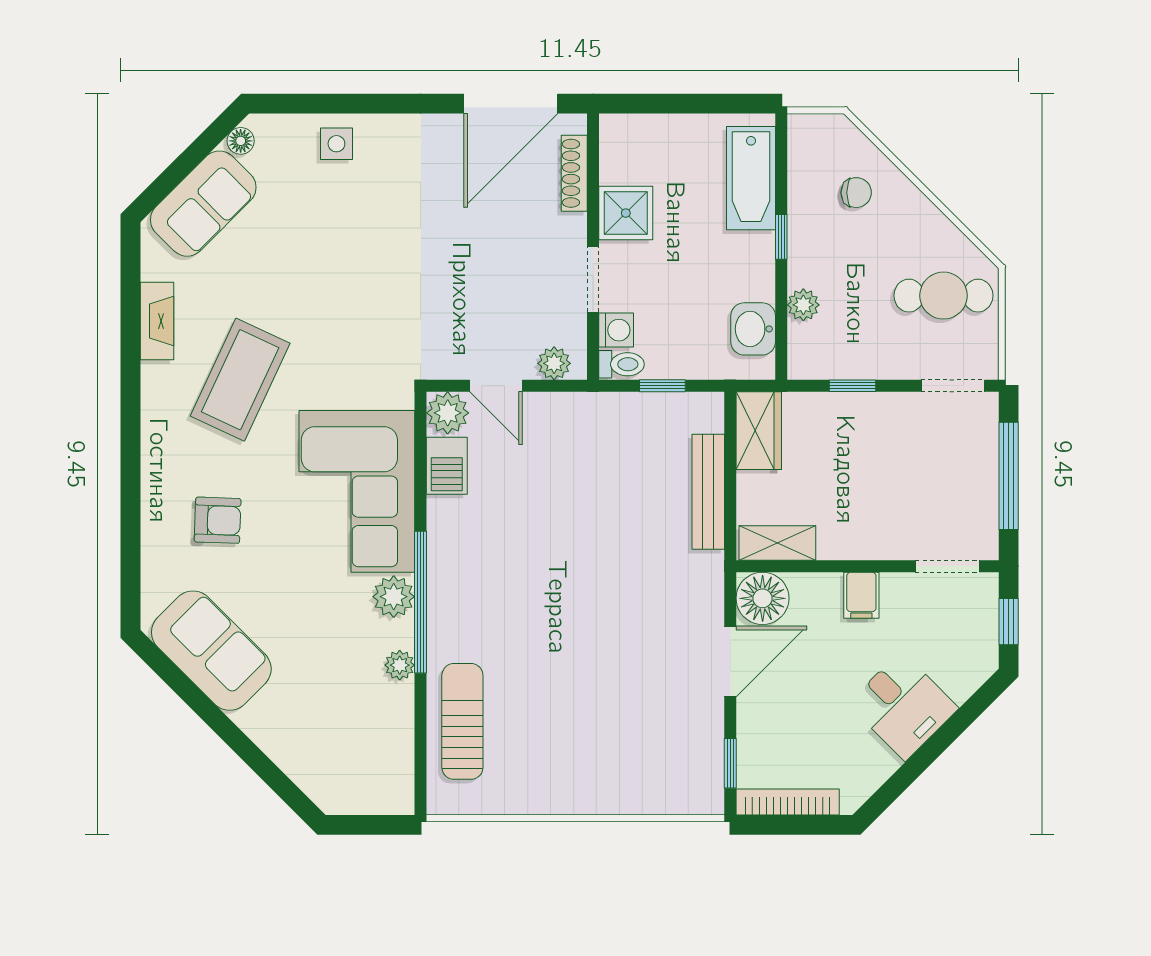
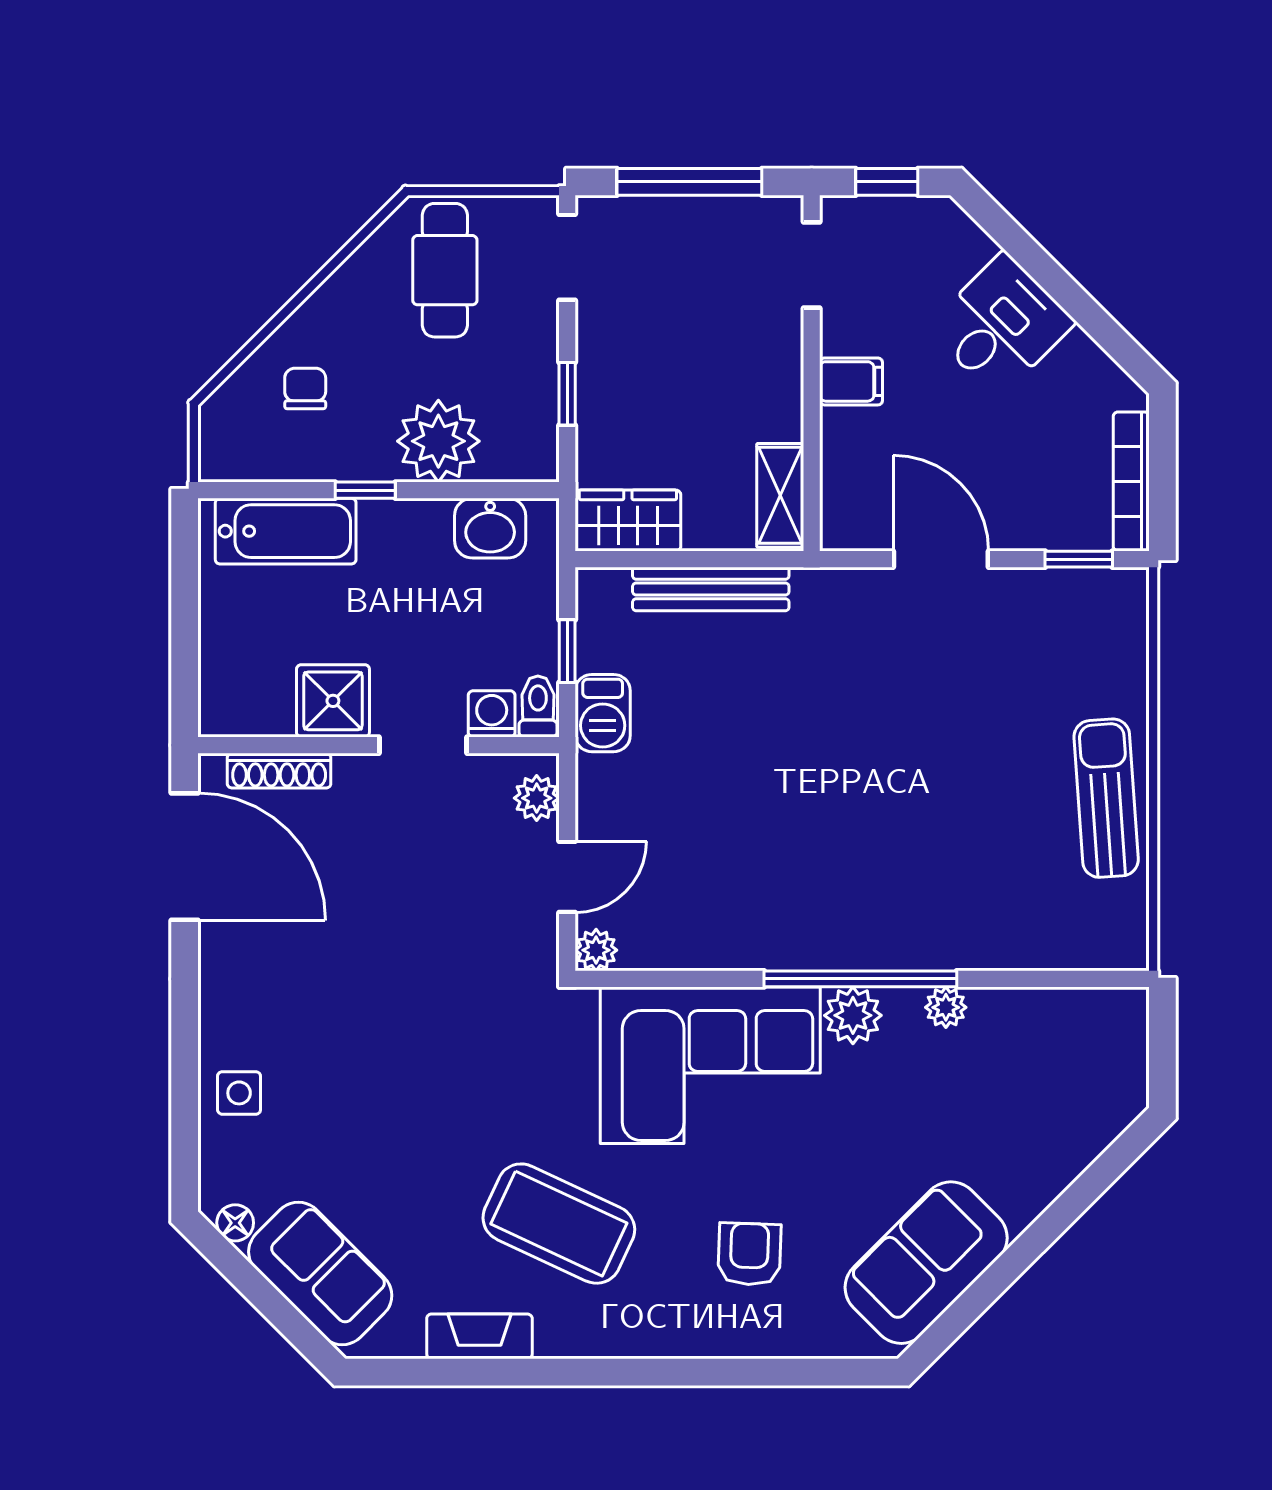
plant: (803, 305) -> (438, 441), width x1.87, depth x1.87
plant: (448, 413) -> (596, 950), width x0.73, depth x0.73
barbecue: (447, 466) -> (603, 713), moved, turned 90
floor lamp: (763, 598) -> (855, 515), removed
sun lounger: (462, 721) -> (1106, 798), moved, turned 86

